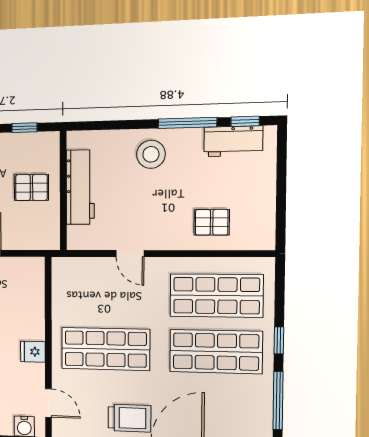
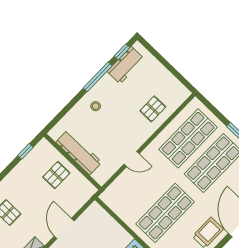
stool: (151, 154) -> (96, 106), width x0.53, depth x0.53

